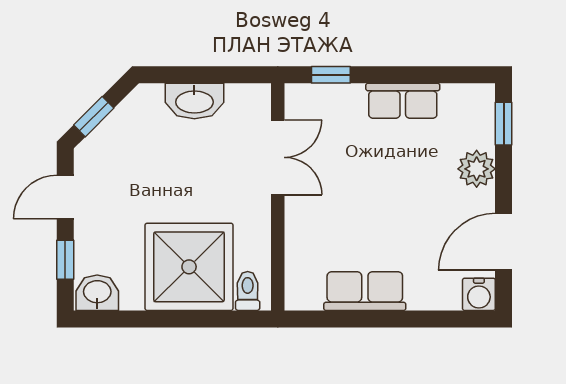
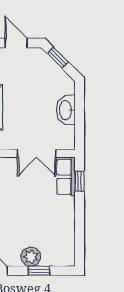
row of seats: (403, 101) -> (66, 177), moved
window: (504, 124) -> (39, 271), moved

